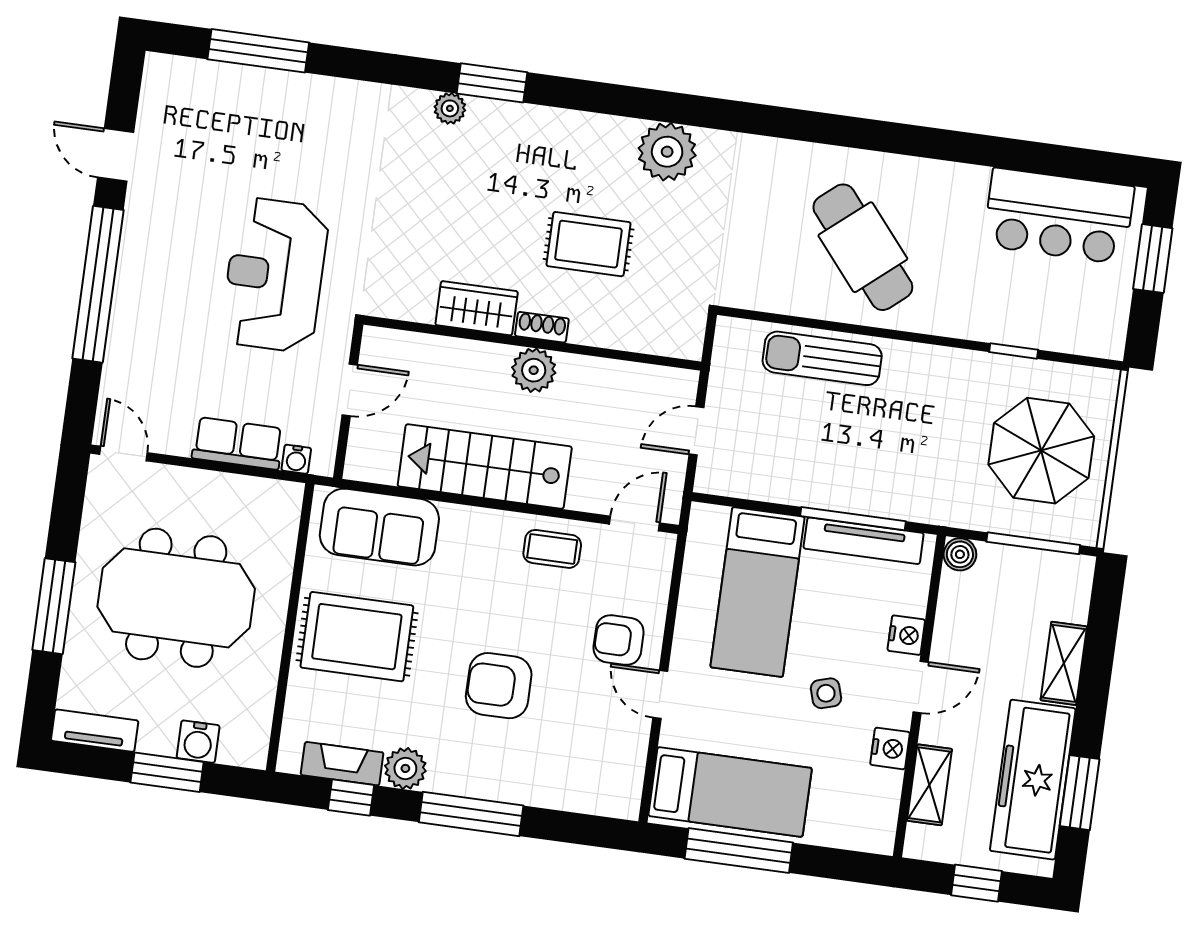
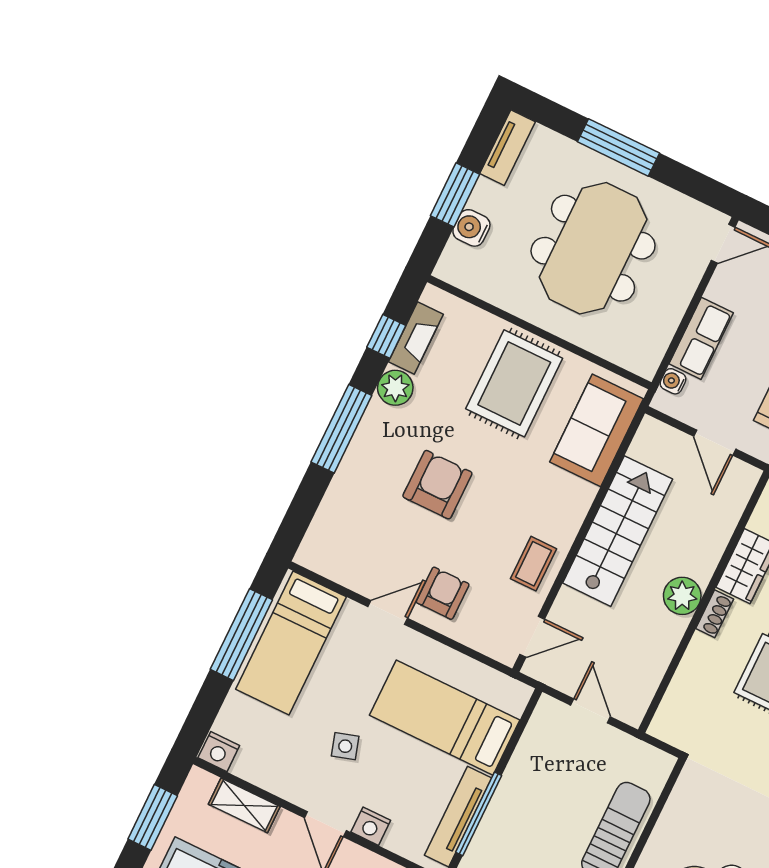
door: (634, 524) -> (532, 637), hinge flipped
nightstand: (890, 748) -> (219, 752), moved
window: (977, 883) -> (153, 817), width x1.50

